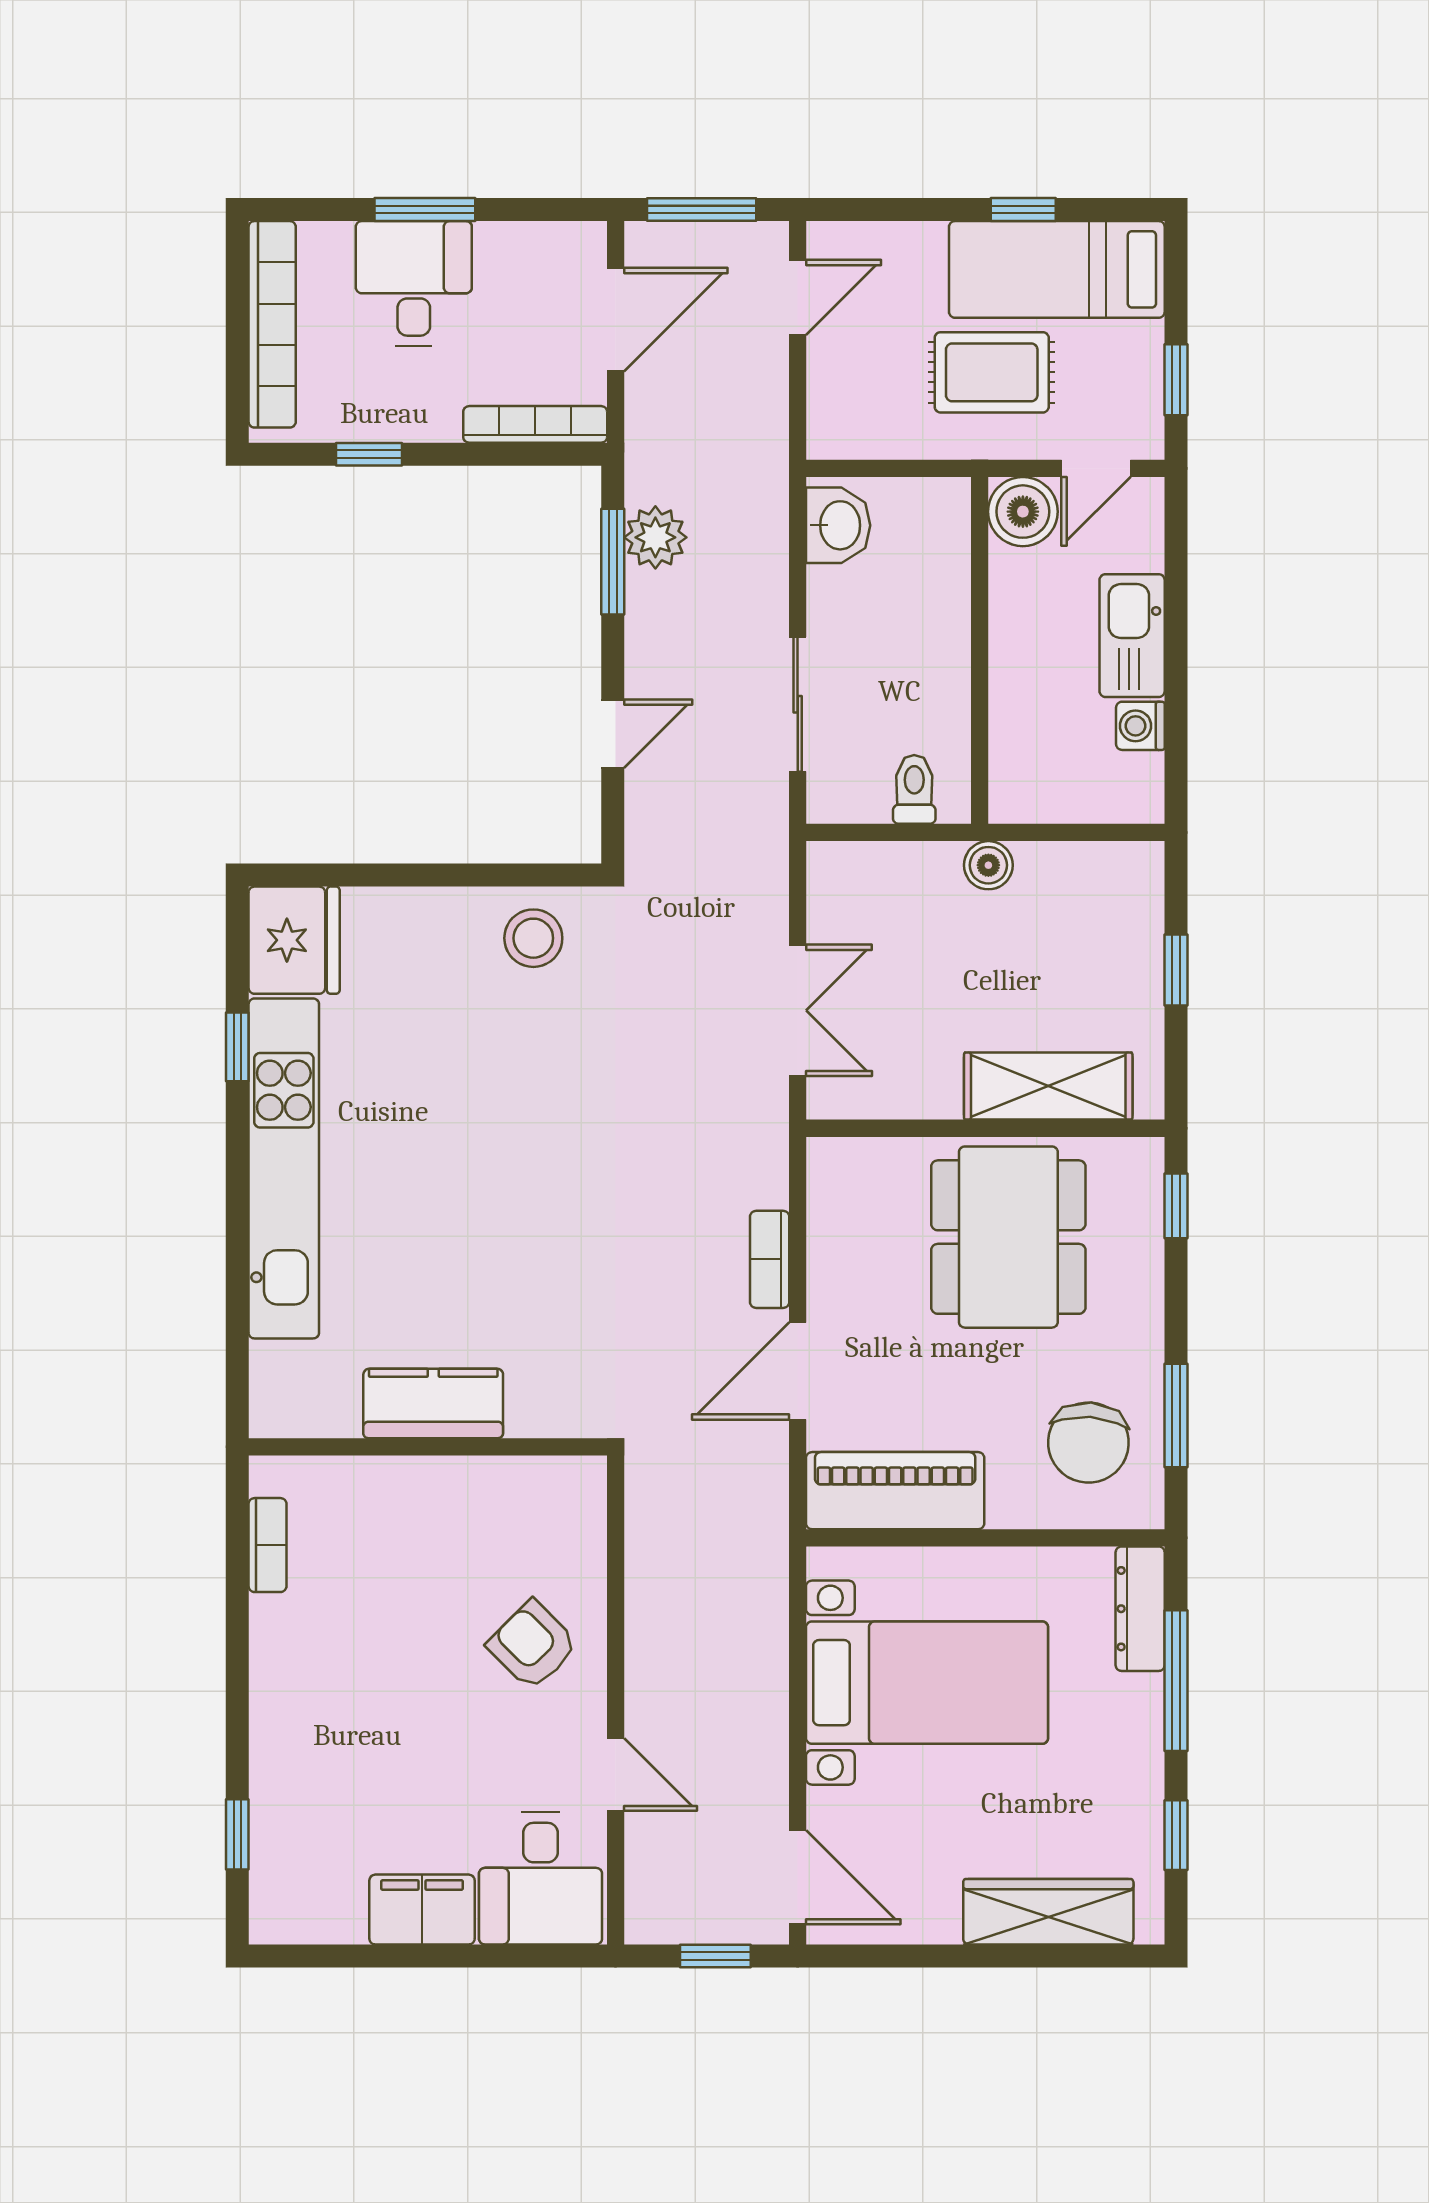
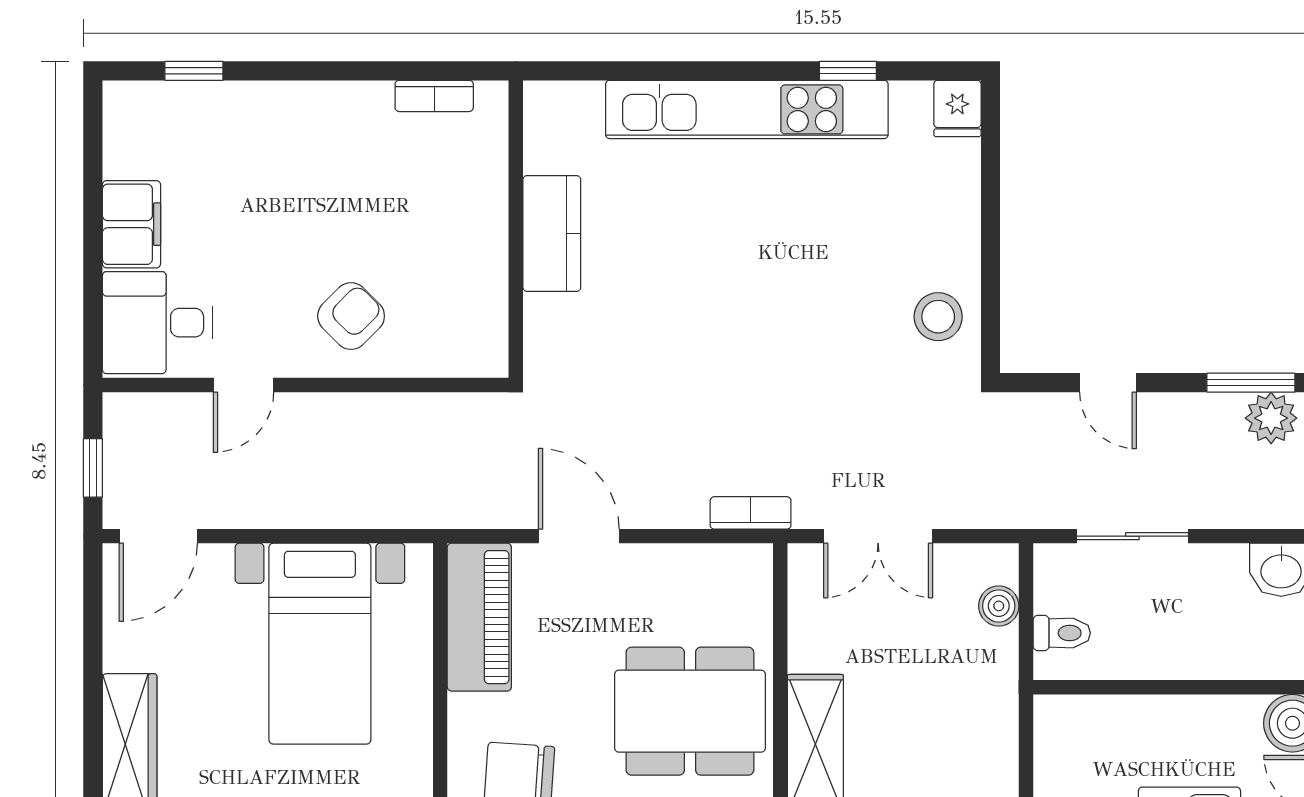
boiler: (988, 865) -> (999, 606), moved
fridge: (294, 940) -> (957, 108), width x0.53, depth x0.75
bookcase: (770, 1259) -> (751, 513), moved

